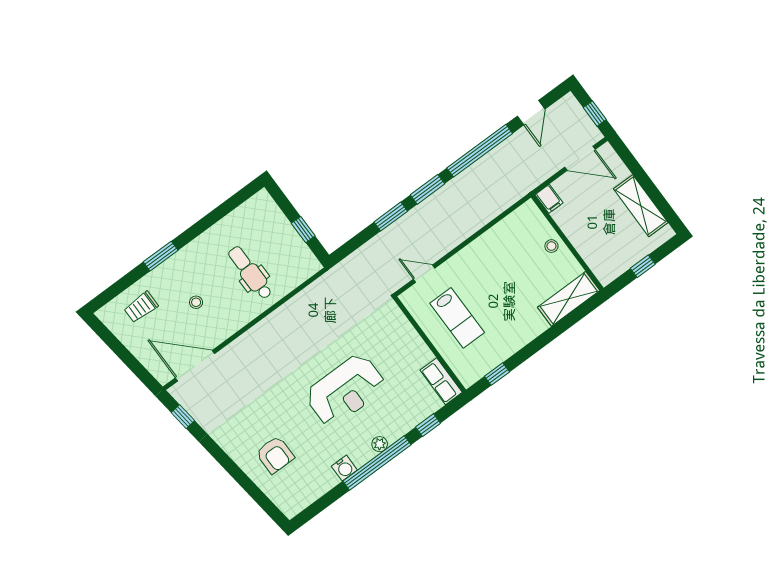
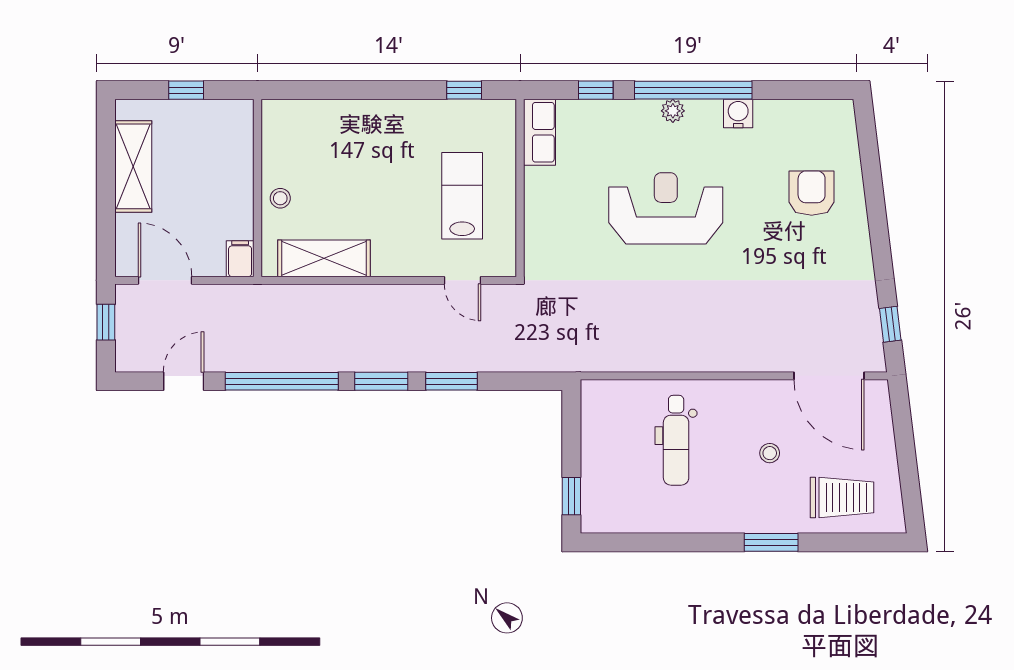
window: (303, 230) -> (571, 496), moved
shelving: (569, 299) -> (324, 258), moved
trolley: (141, 307) -> (842, 497), width x1.36, depth x1.39

